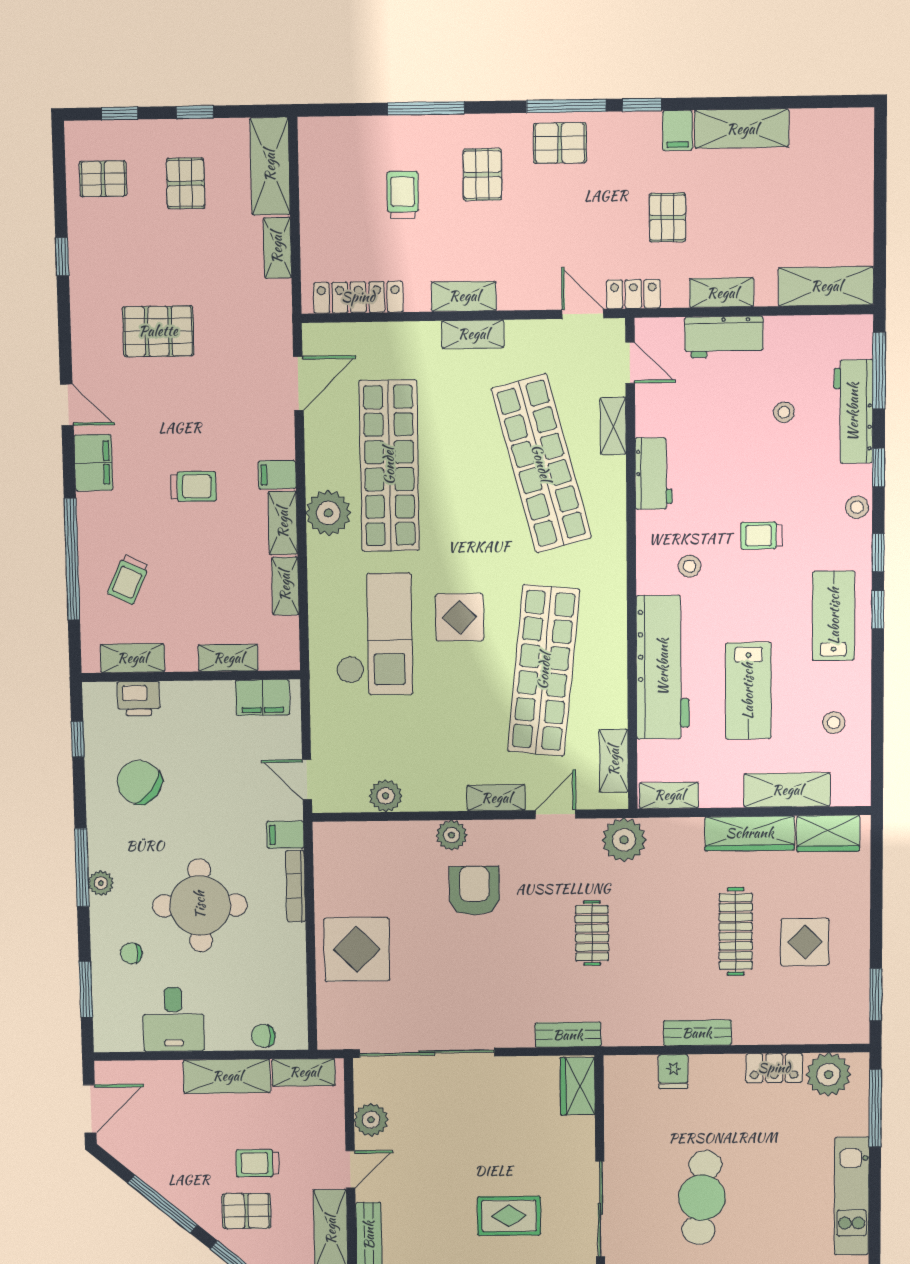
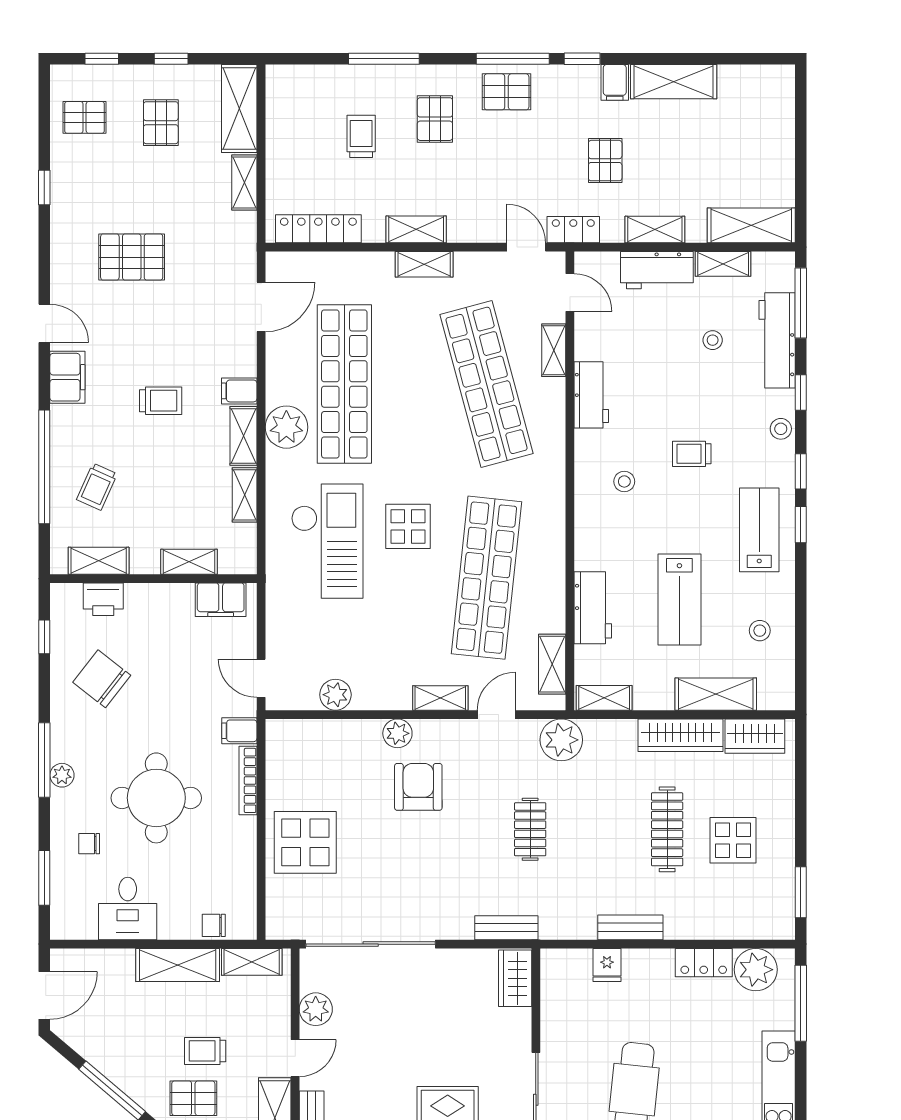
shelving: (795, 329) -> (723, 264), added
workbench: (663, 667) -> (593, 608), width x0.53, depth x0.76

